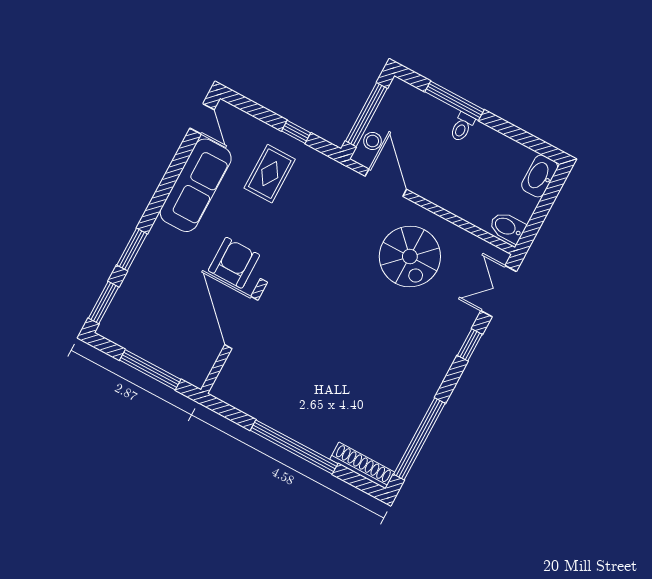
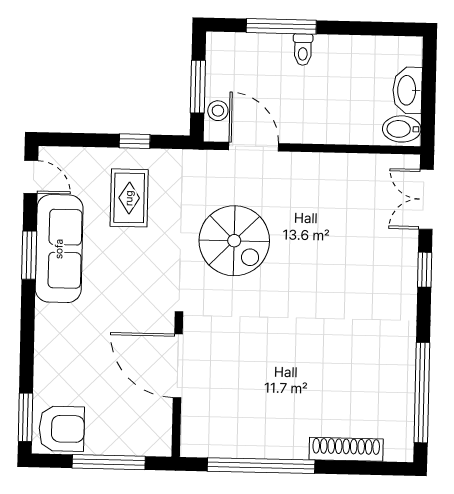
window: (366, 115) -> (198, 87), width x0.69
washbasin: (540, 176) -> (407, 90), moved
window: (132, 249) -> (29, 255), moved
spiral stairs: (410, 257) -> (234, 241), moved
armchair: (234, 263) -> (62, 429), moved, turned 90
window: (294, 447) -> (261, 466), moved
shoe rack: (362, 466) -> (346, 449), moved

